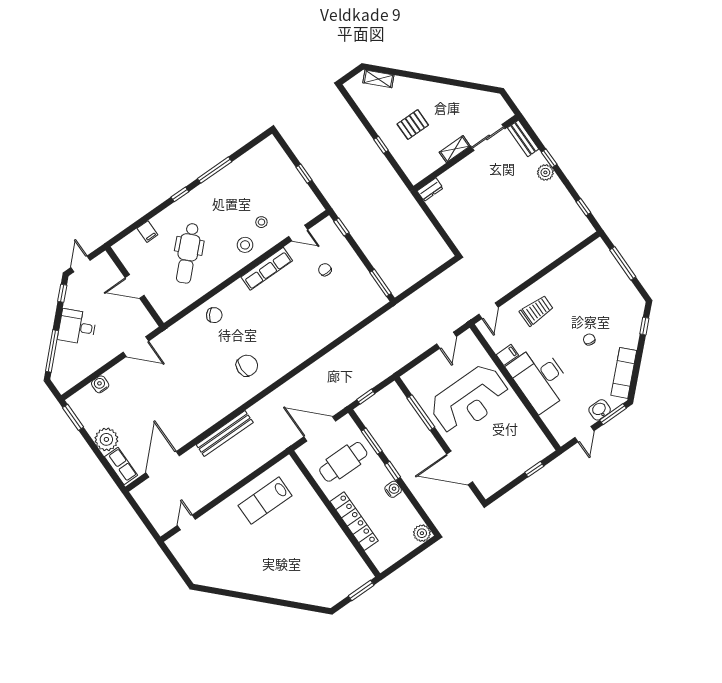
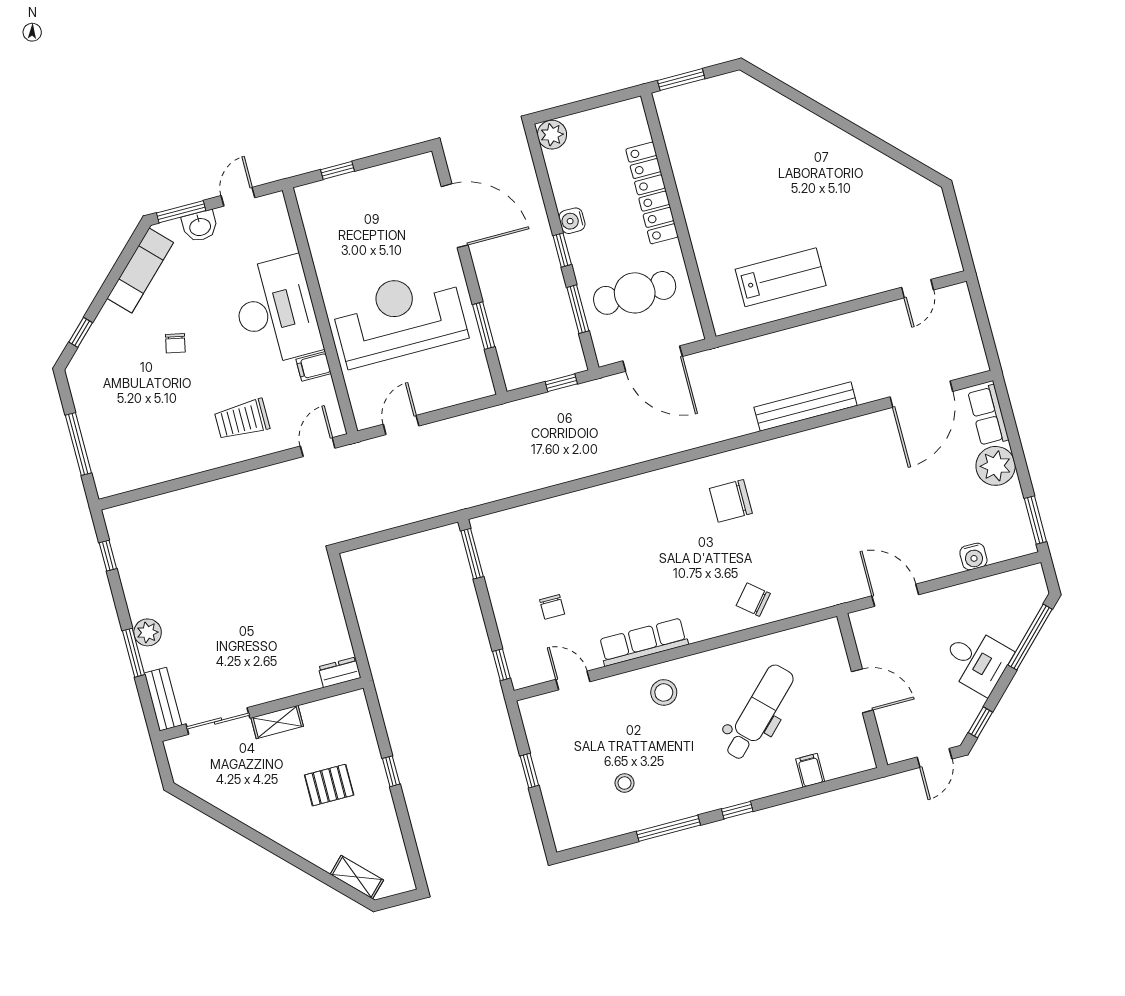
window: (549, 158) -> (133, 653), width x1.50
stool: (261, 222) -> (625, 783), moved
window: (421, 413) -> (484, 326), width x0.69

